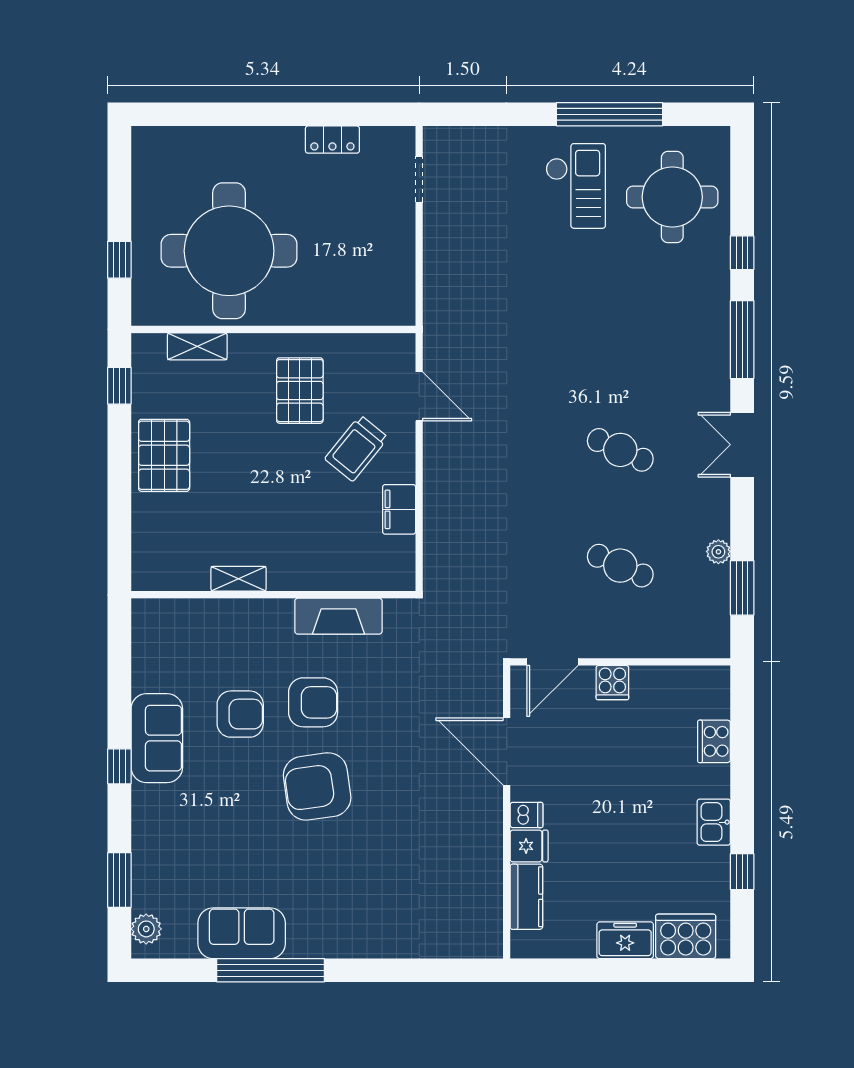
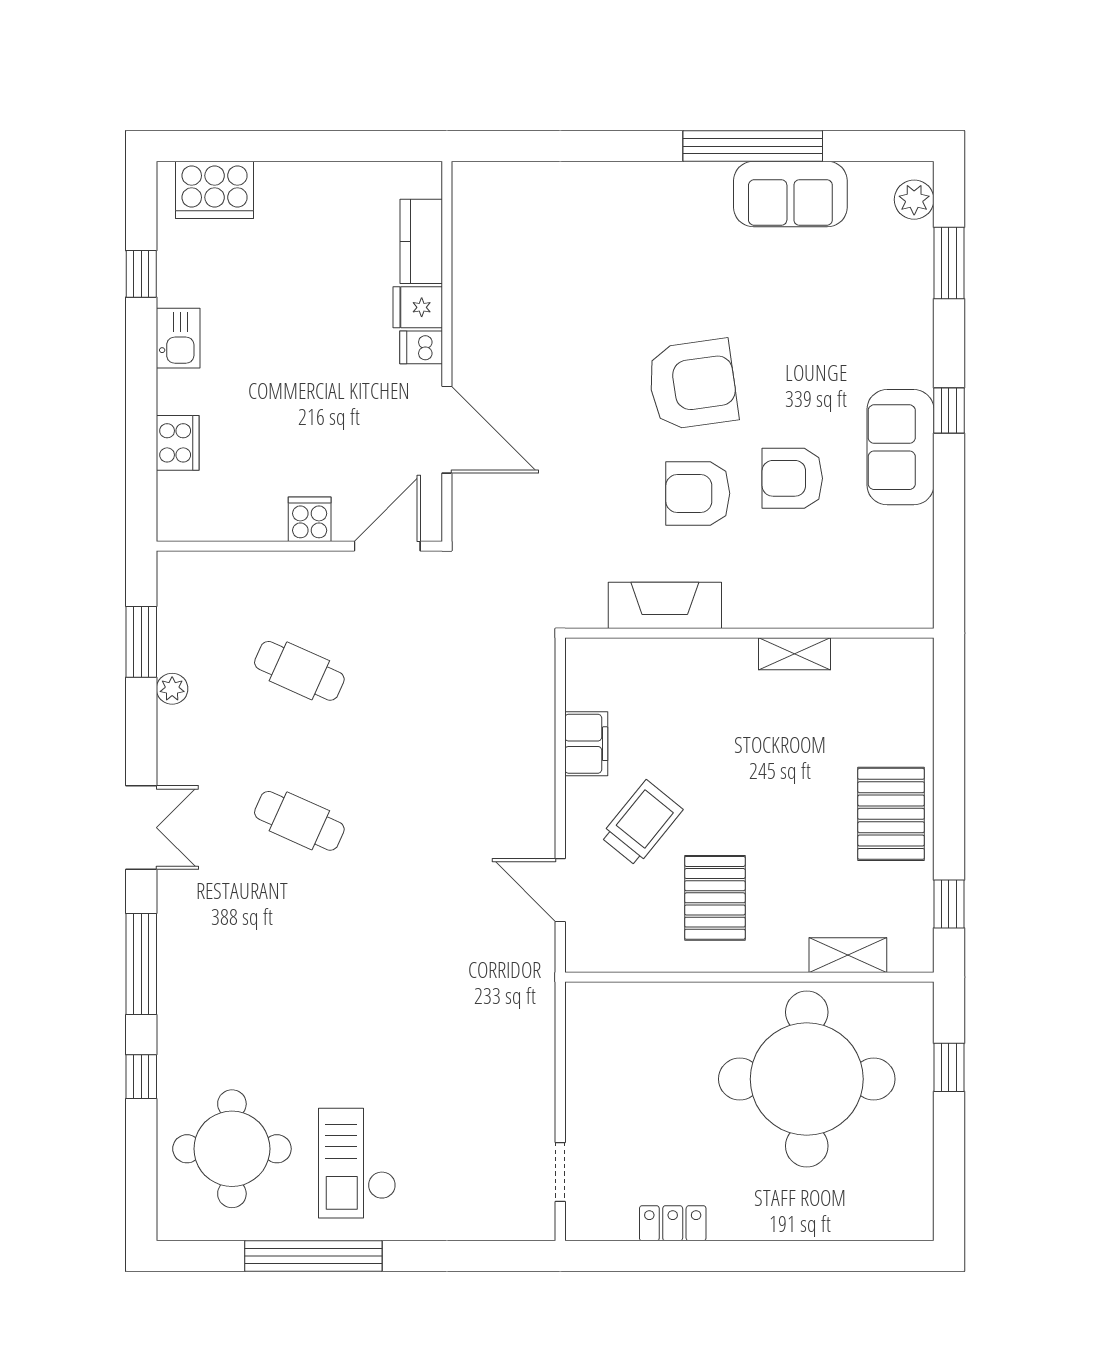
freezer: (625, 940) -> (293, 185), removed

